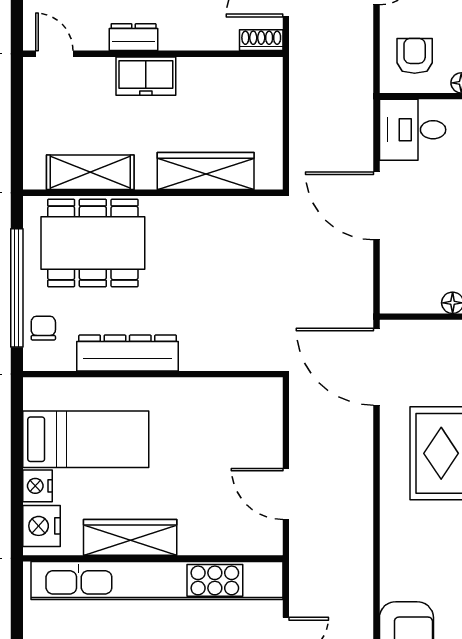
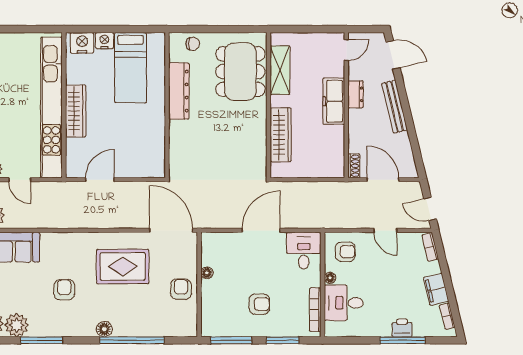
freezer: (146, 76) -> (334, 101), width x1.40
window: (17, 288) -> (215, 29), removed
door: (376, 367) -> (171, 230), hinge flipped
wardrobe: (130, 537) -> (76, 111), moved

